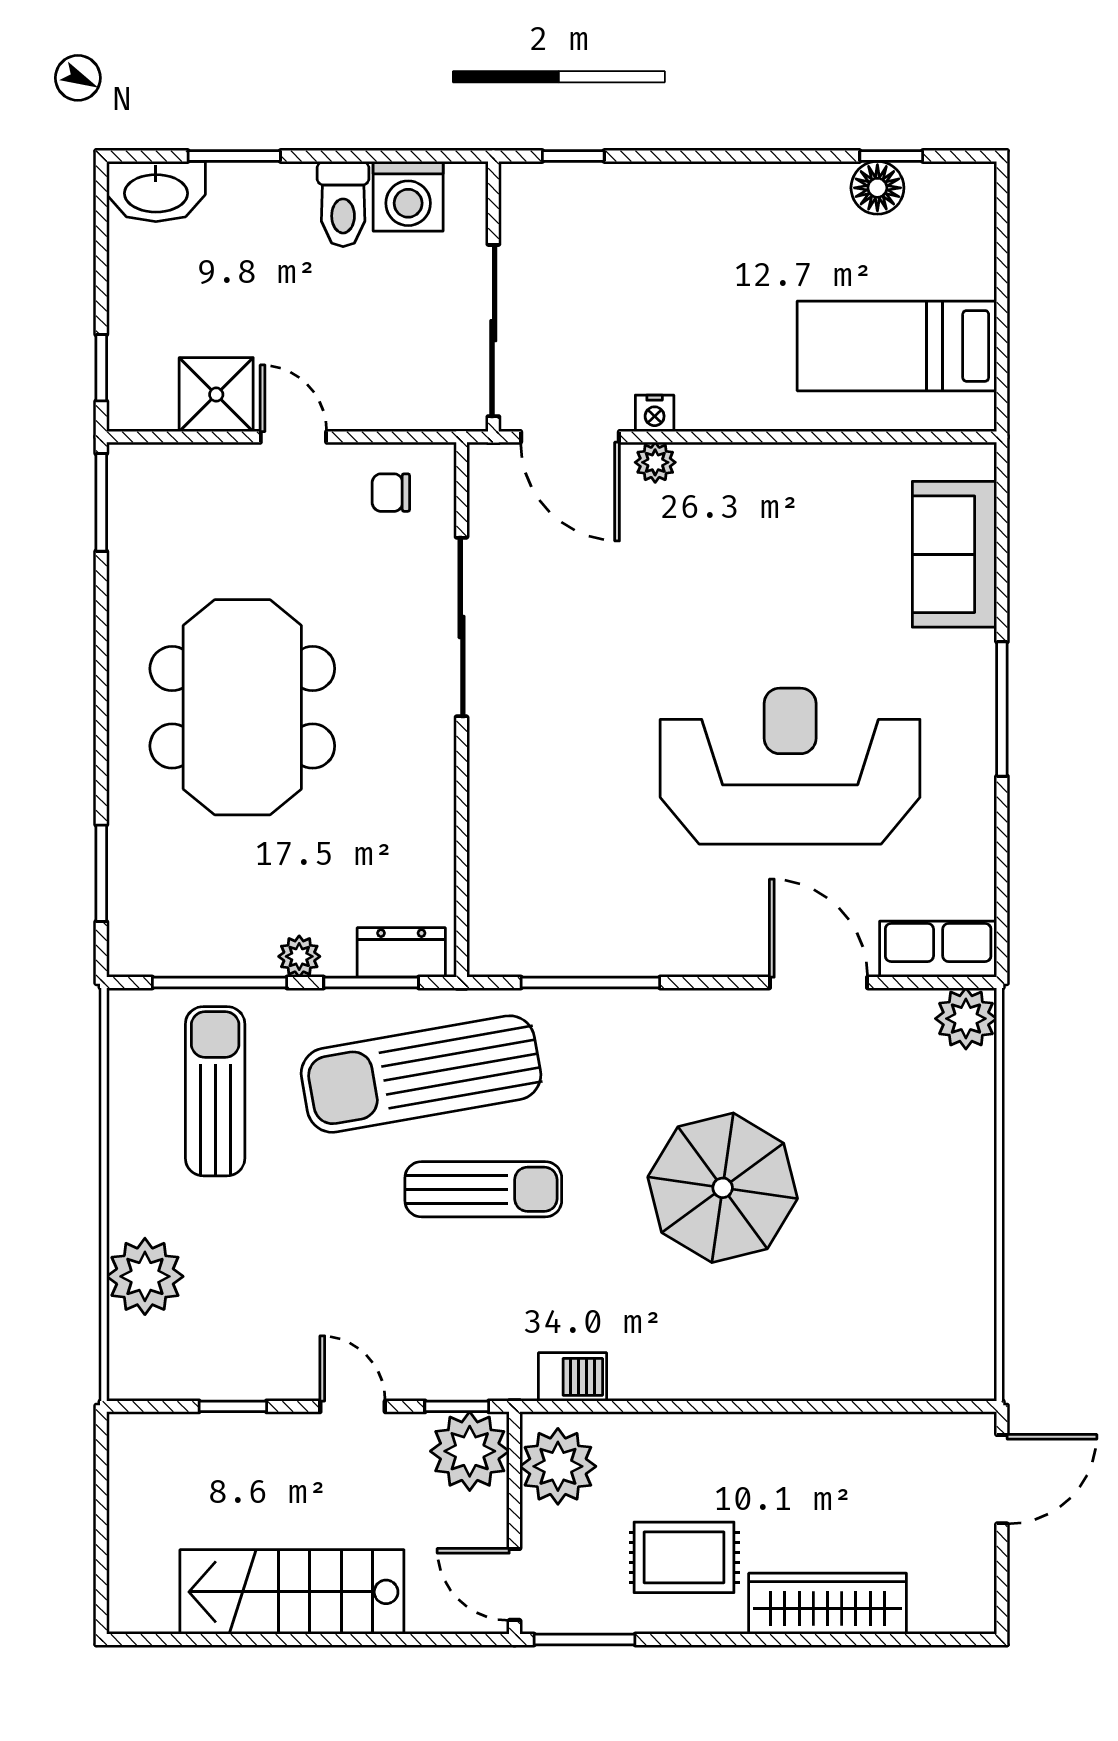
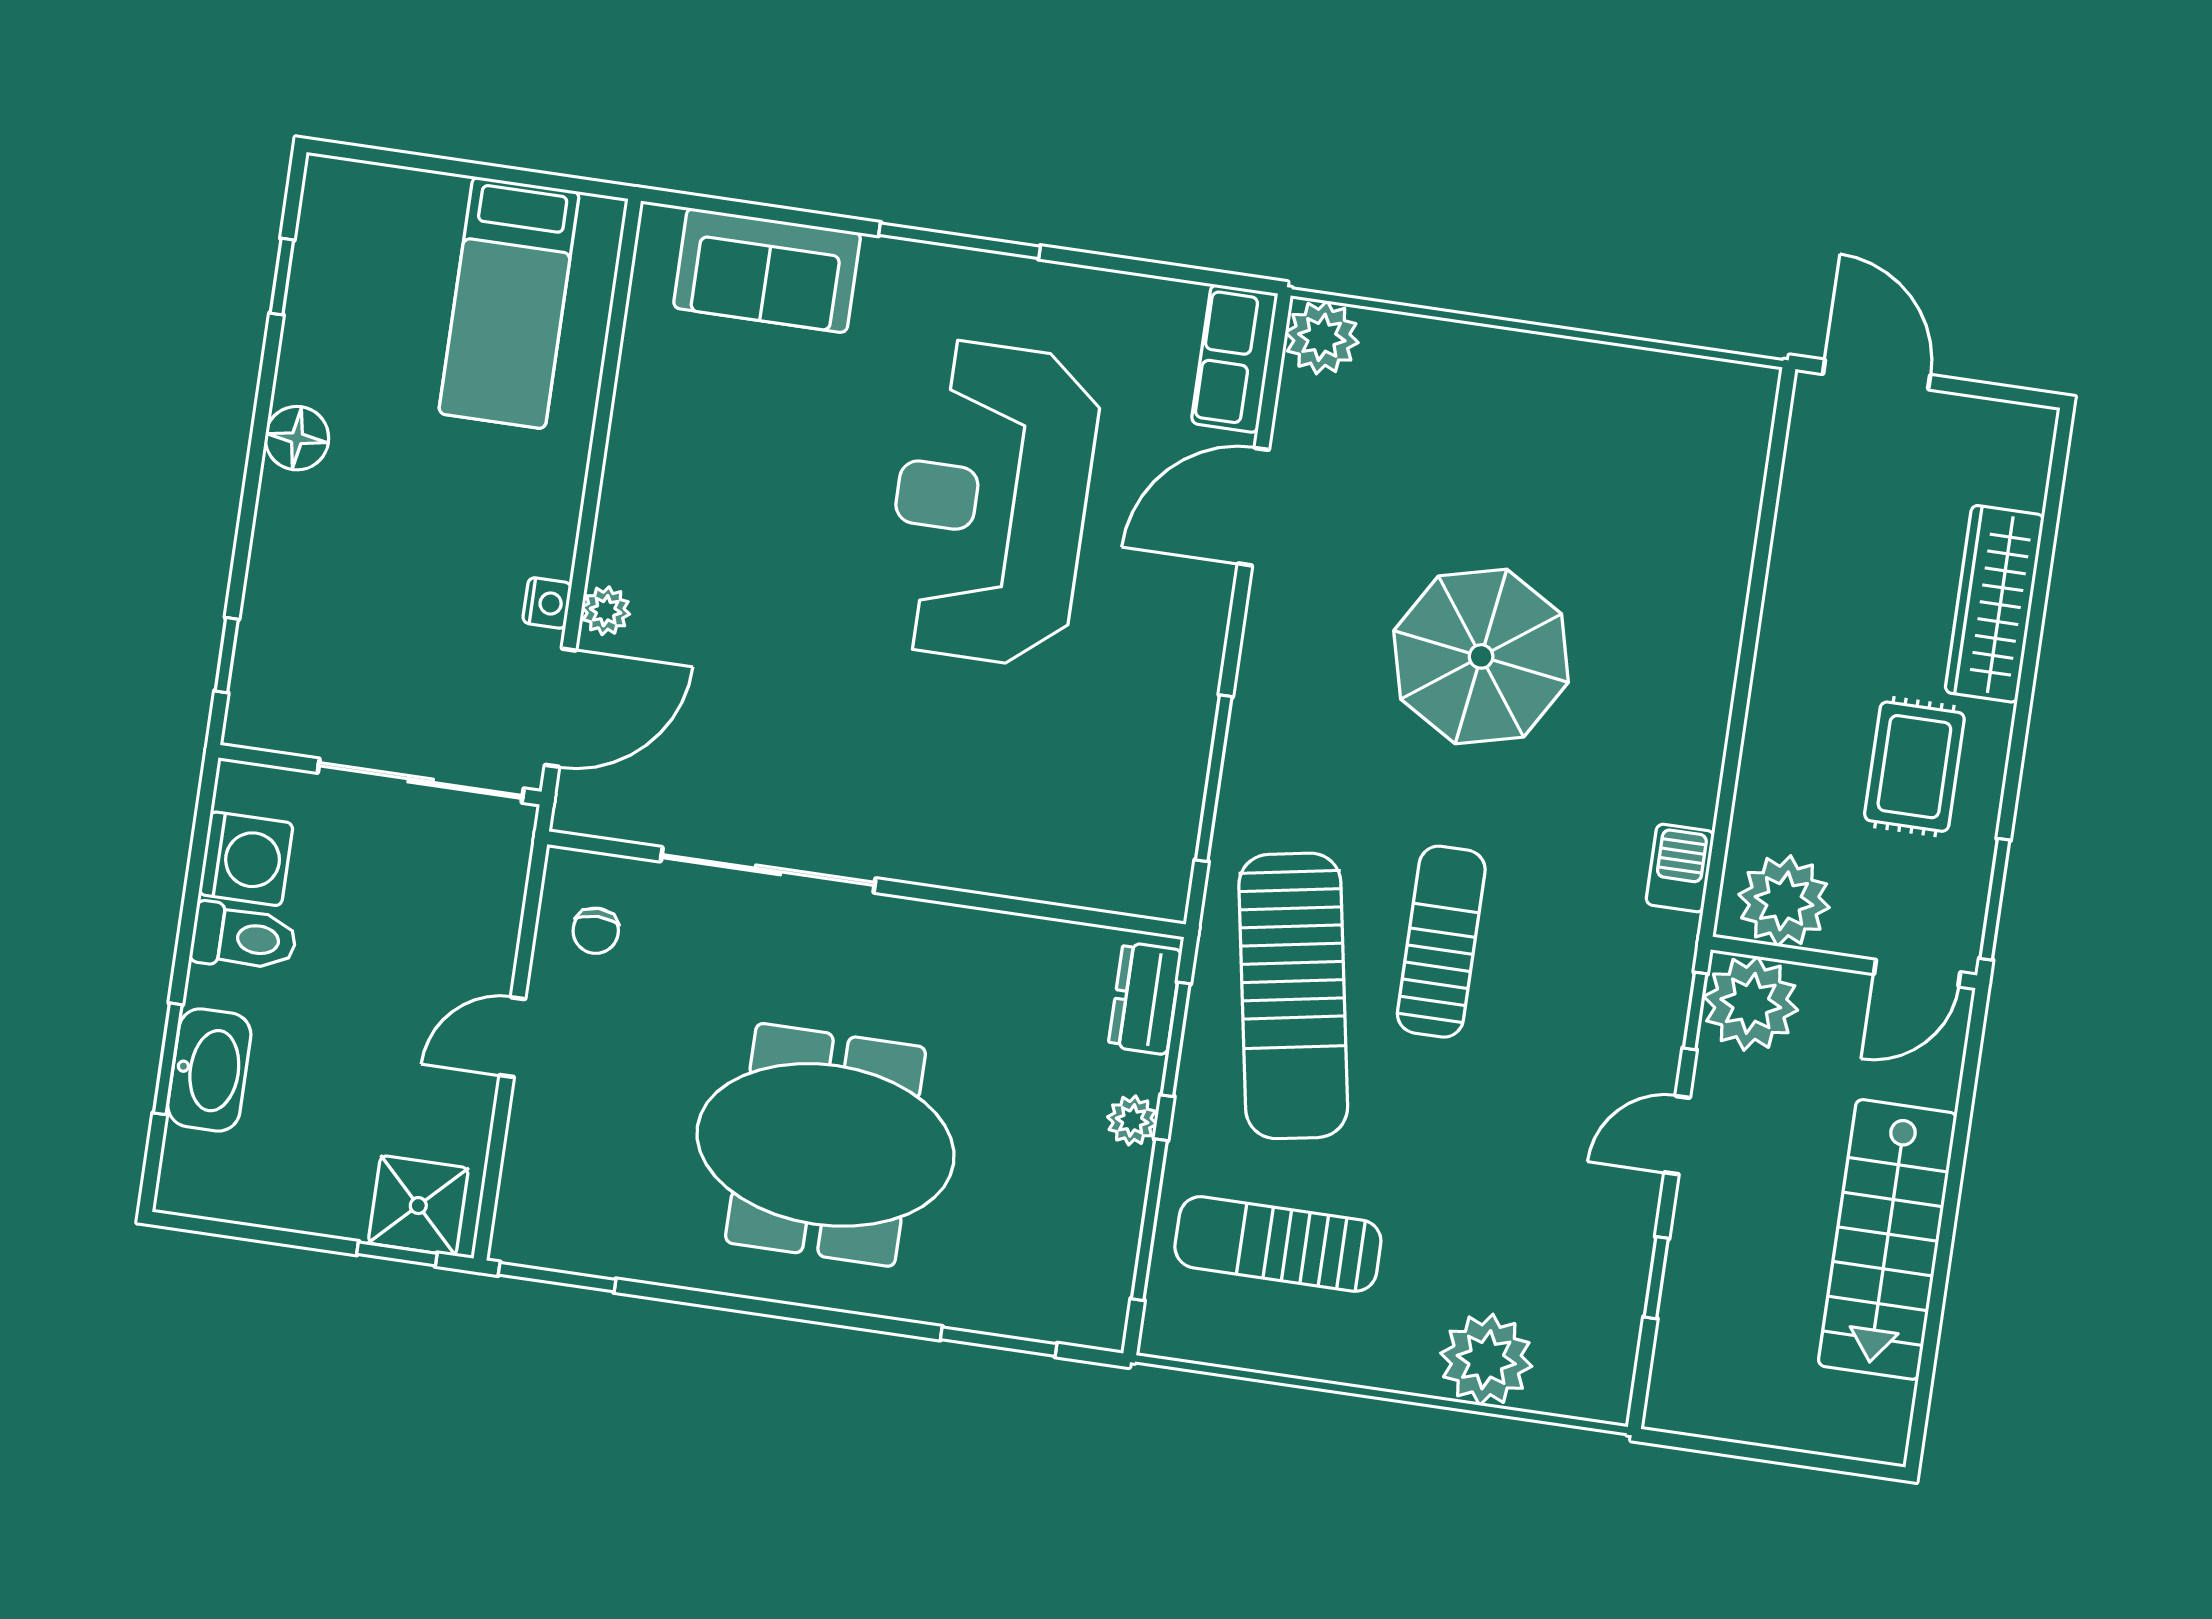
floor lamp: (877, 188) -> (297, 438), moved
washbasin: (156, 192) -> (209, 1070), moved
shower: (216, 395) -> (418, 1206), moved

